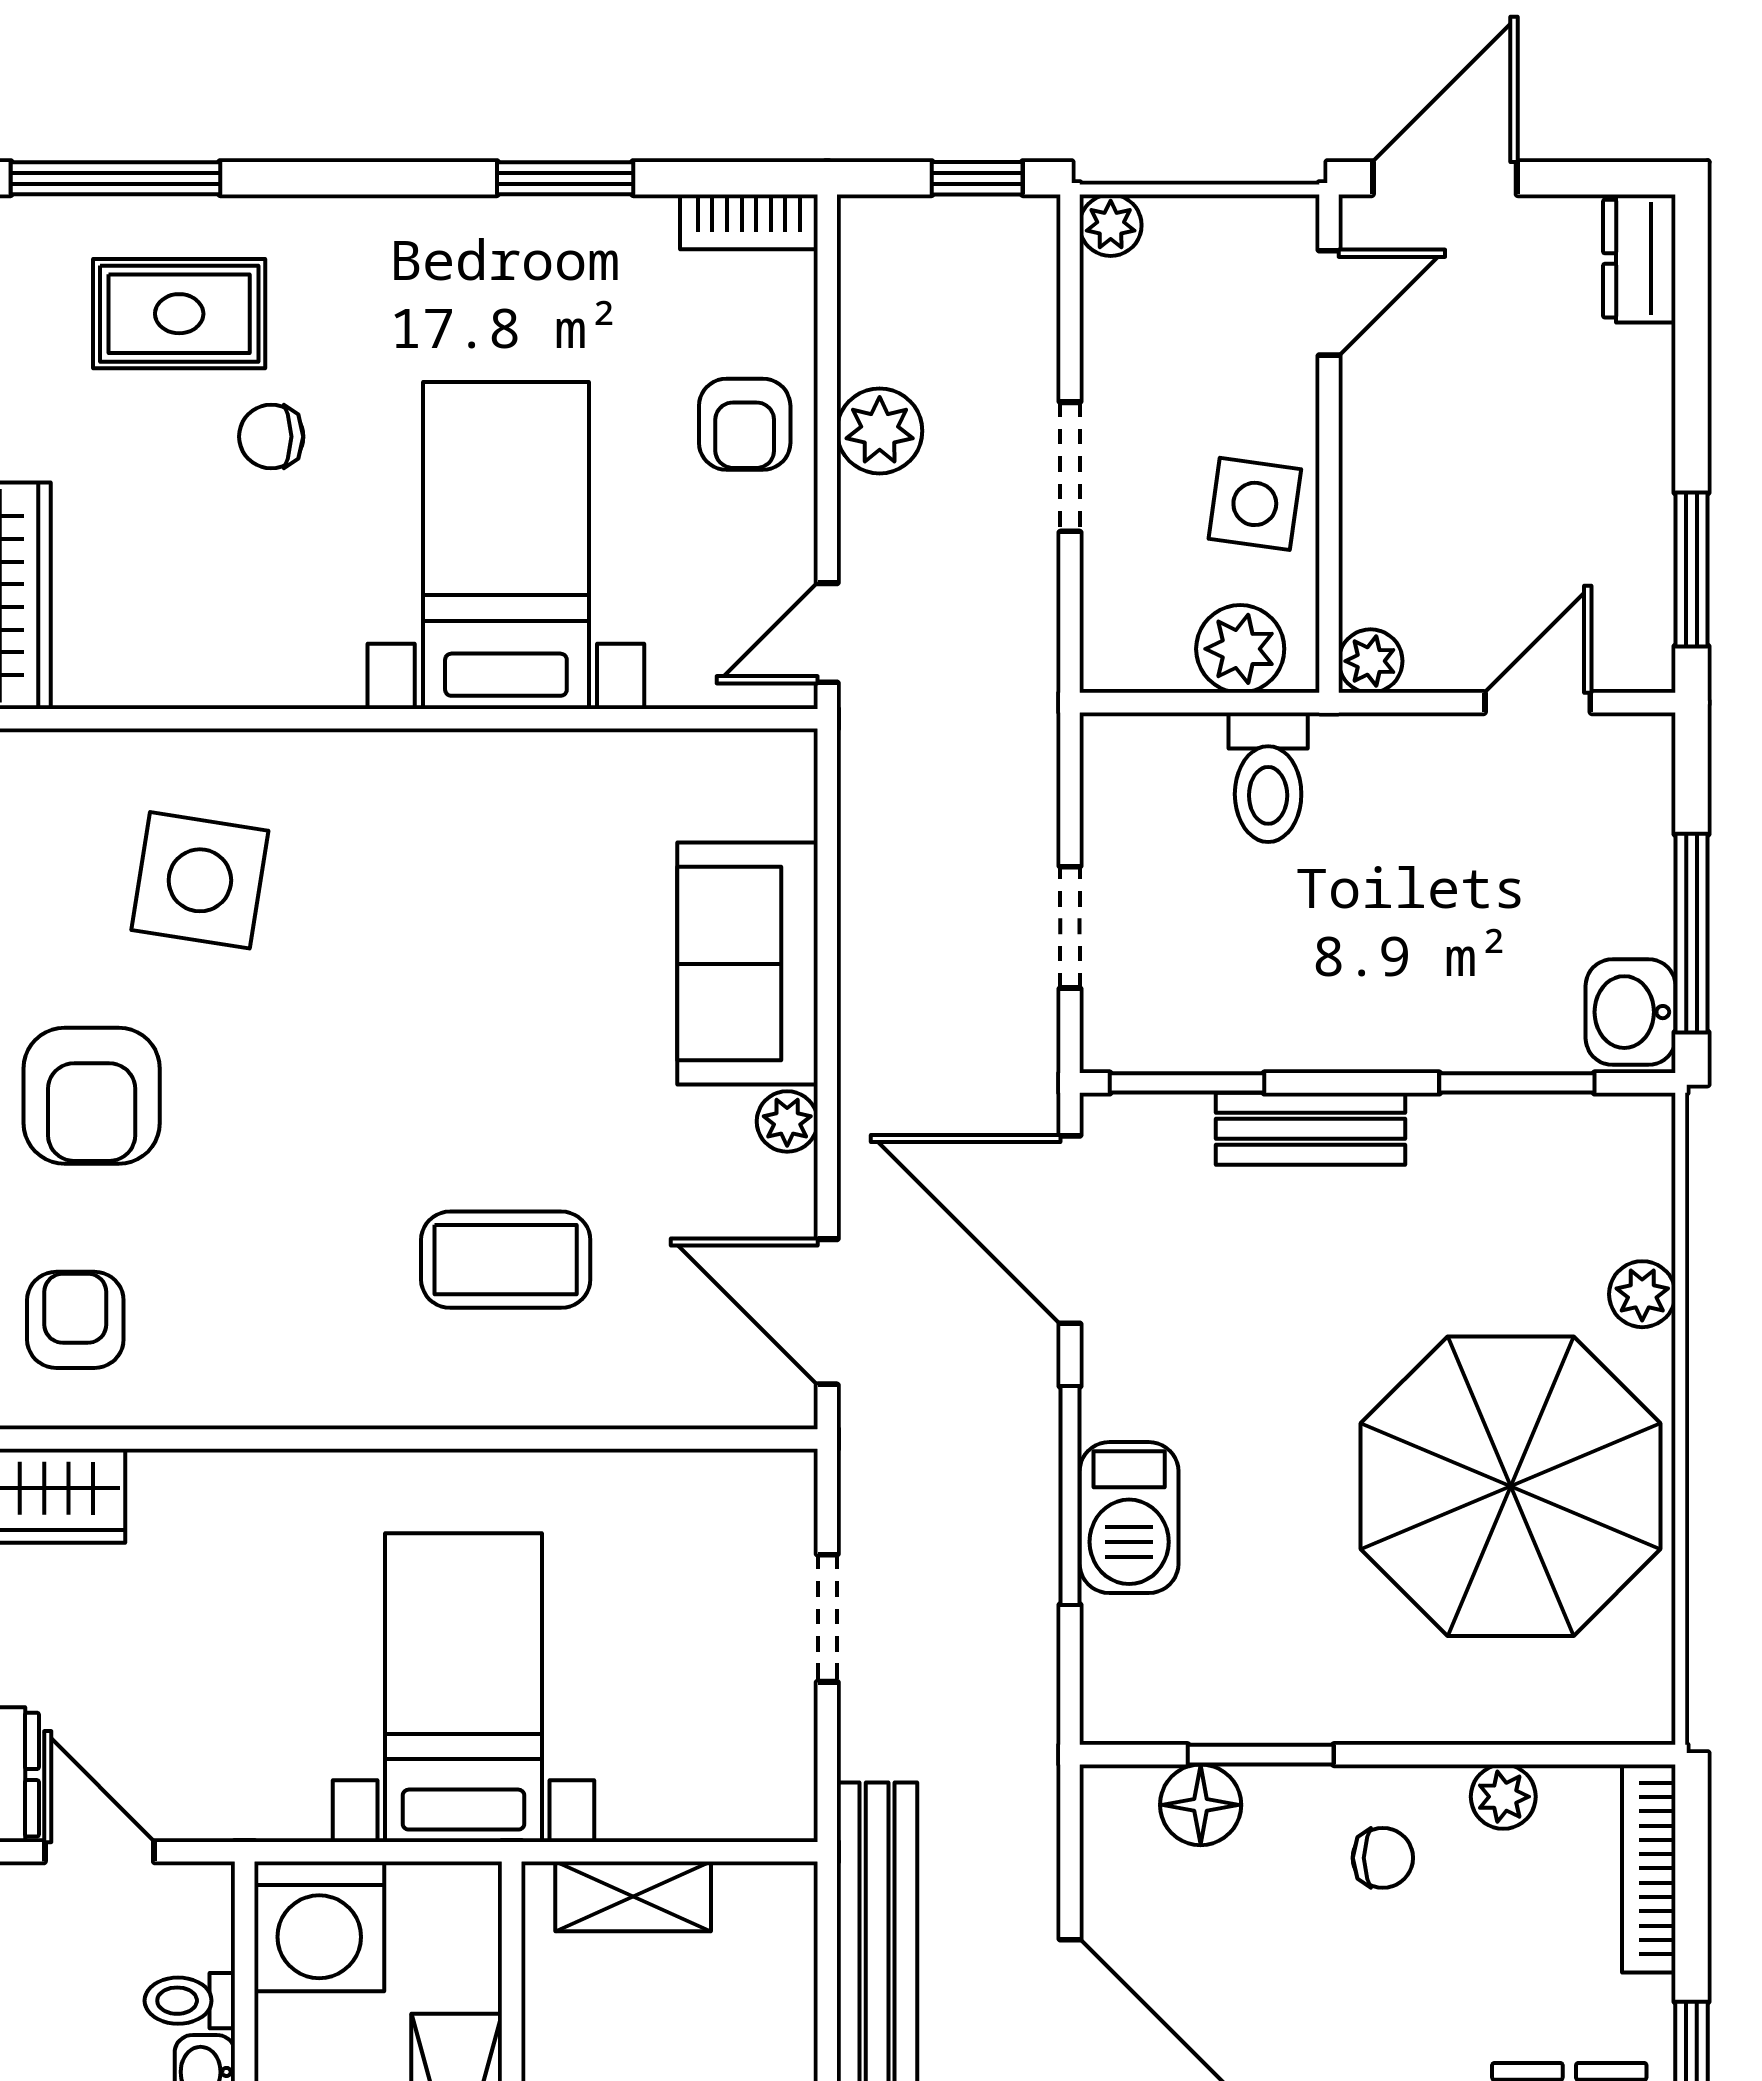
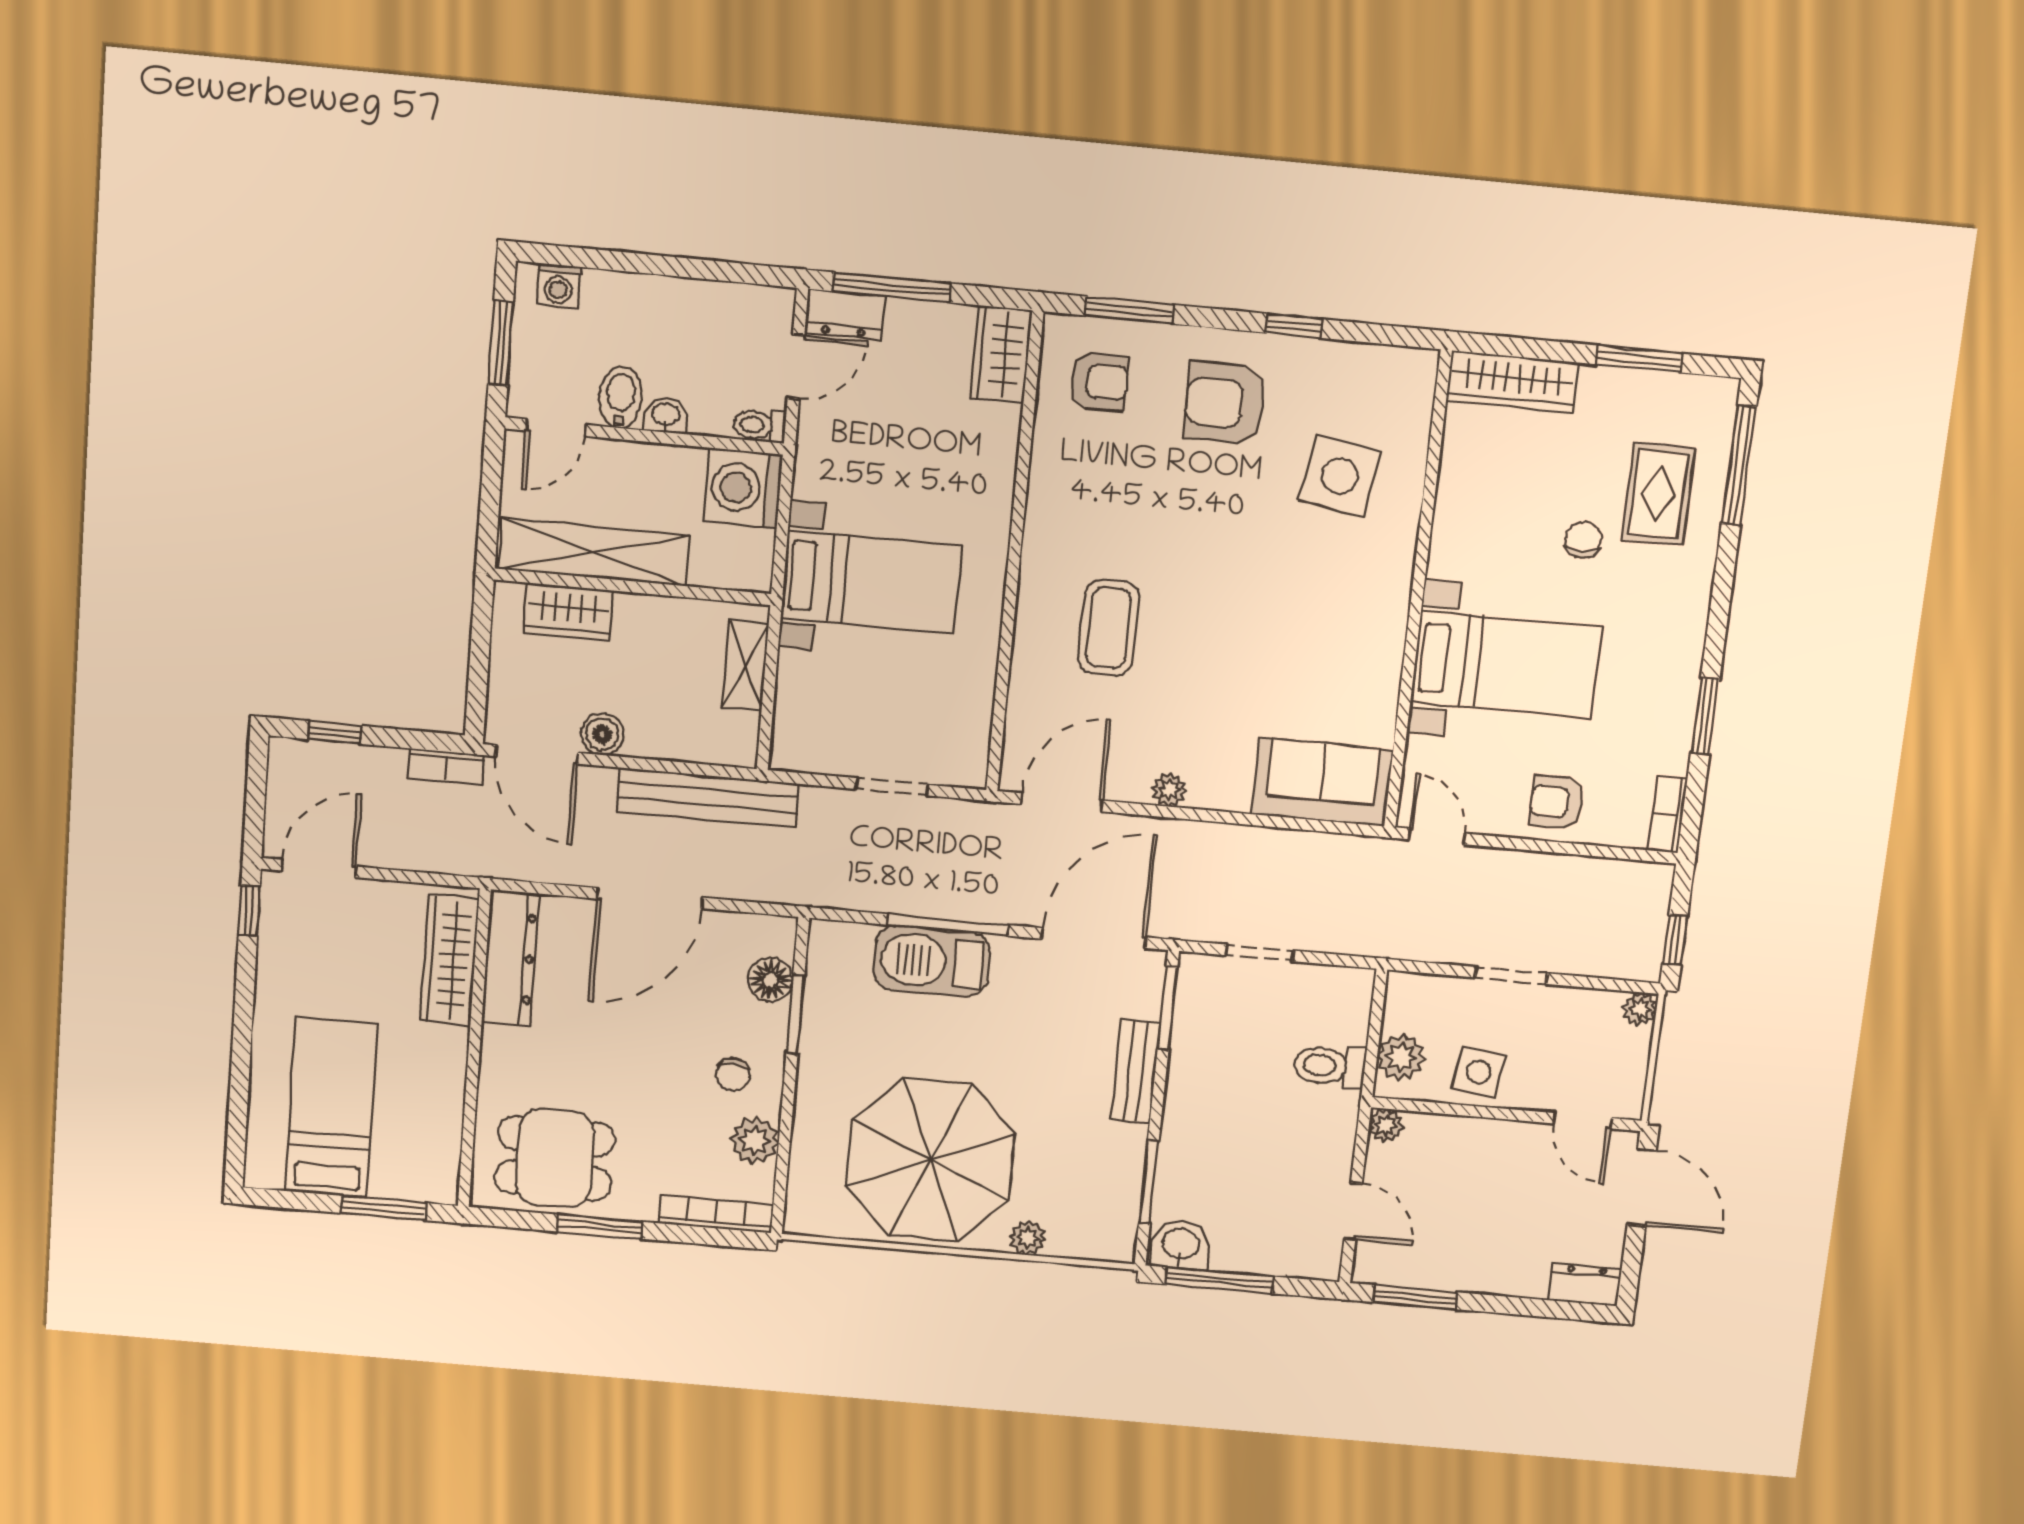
plant: (880, 431) -> (1544, 875), removed
sofa: (747, 964) -> (1322, 782), moved
barbecue: (1129, 1518) -> (932, 961), width x1.37, depth x1.21
plant: (1503, 1797) -> (755, 1141), width x1.38, depth x1.38
toilet: (190, 2001) -> (760, 425), moved, turned -90

